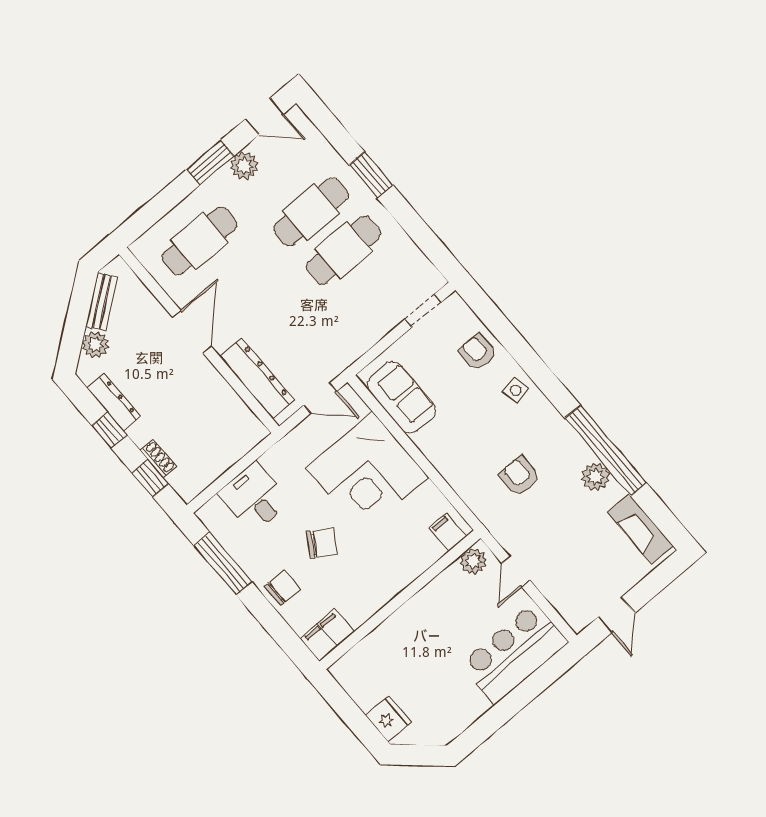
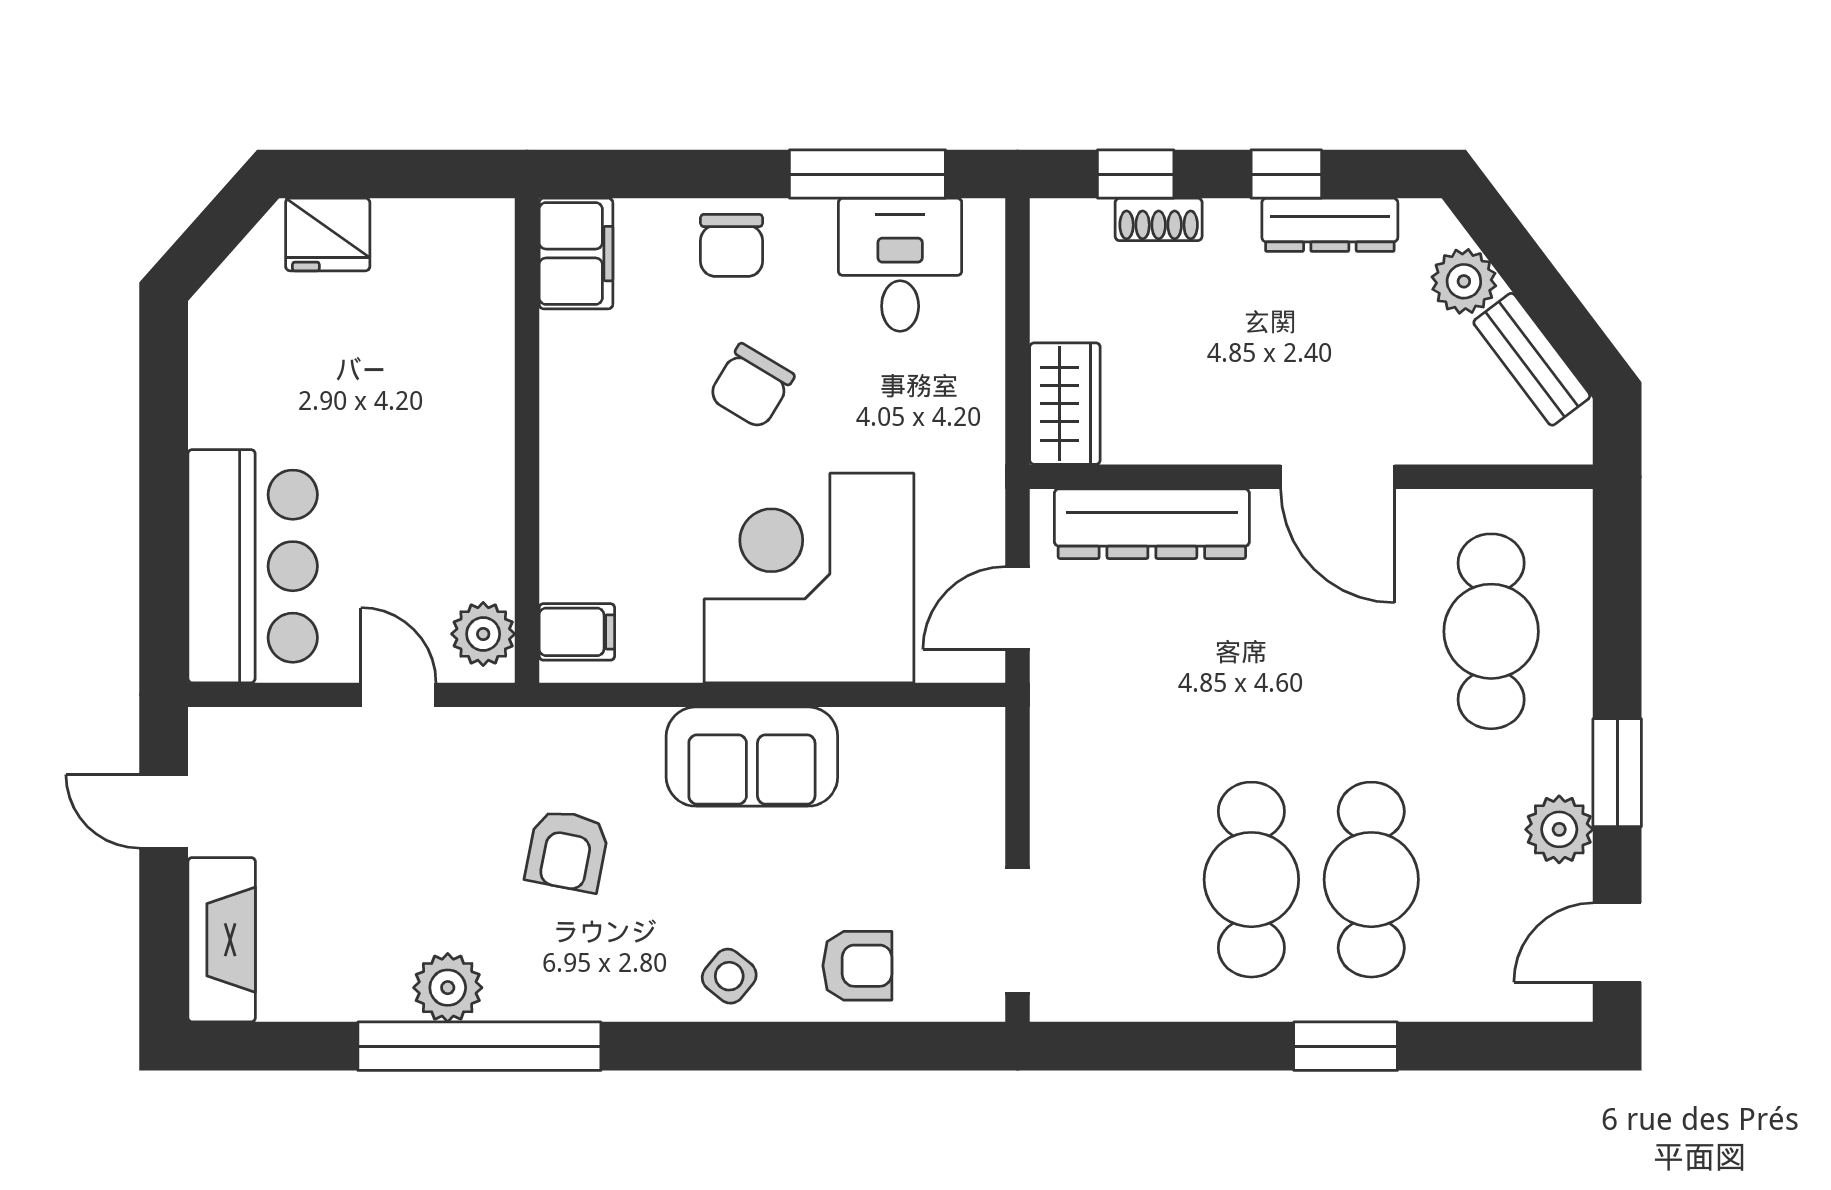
doorway: (423, 311) -> (1018, 931), width x1.38
side table: (516, 390) -> (729, 976), turned -38
sofa: (401, 397) -> (752, 757), moved
wardrobe: (242, 438) -> (1065, 404), added
armchair: (520, 476) -> (567, 851), turned 101
desk: (254, 498) -> (900, 265), moved, turned -90
fireplace: (640, 529) -> (222, 940), moved, turned 90

